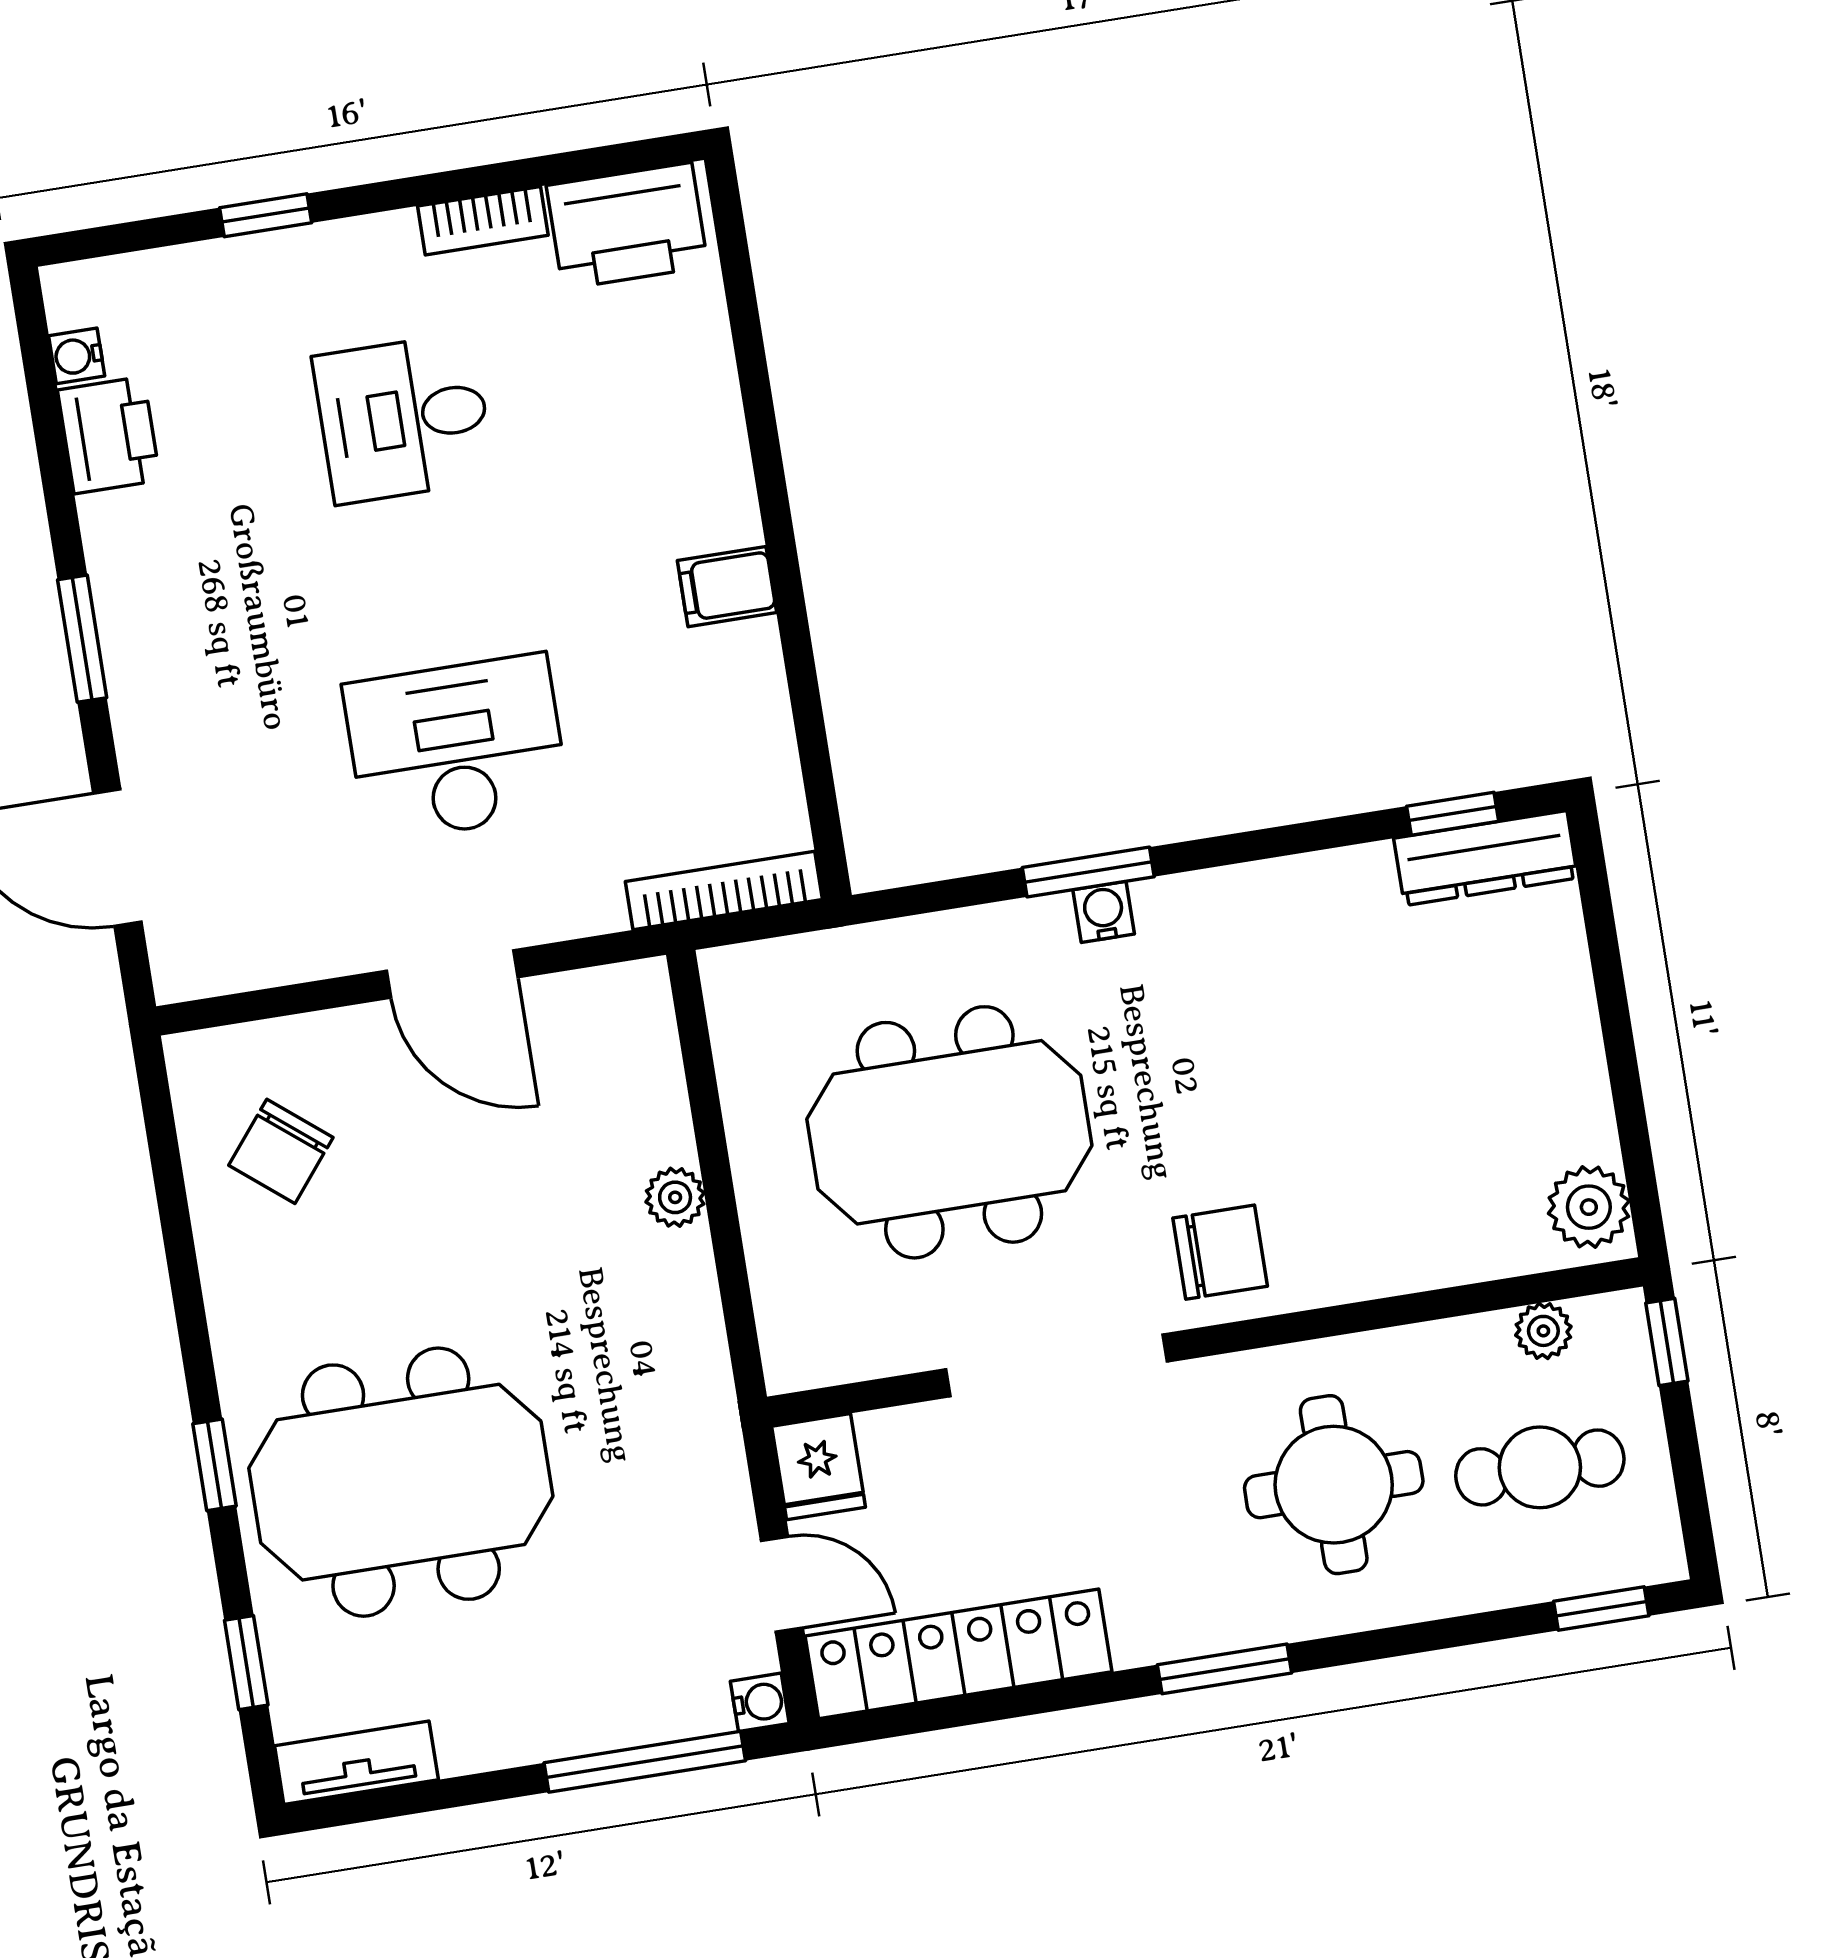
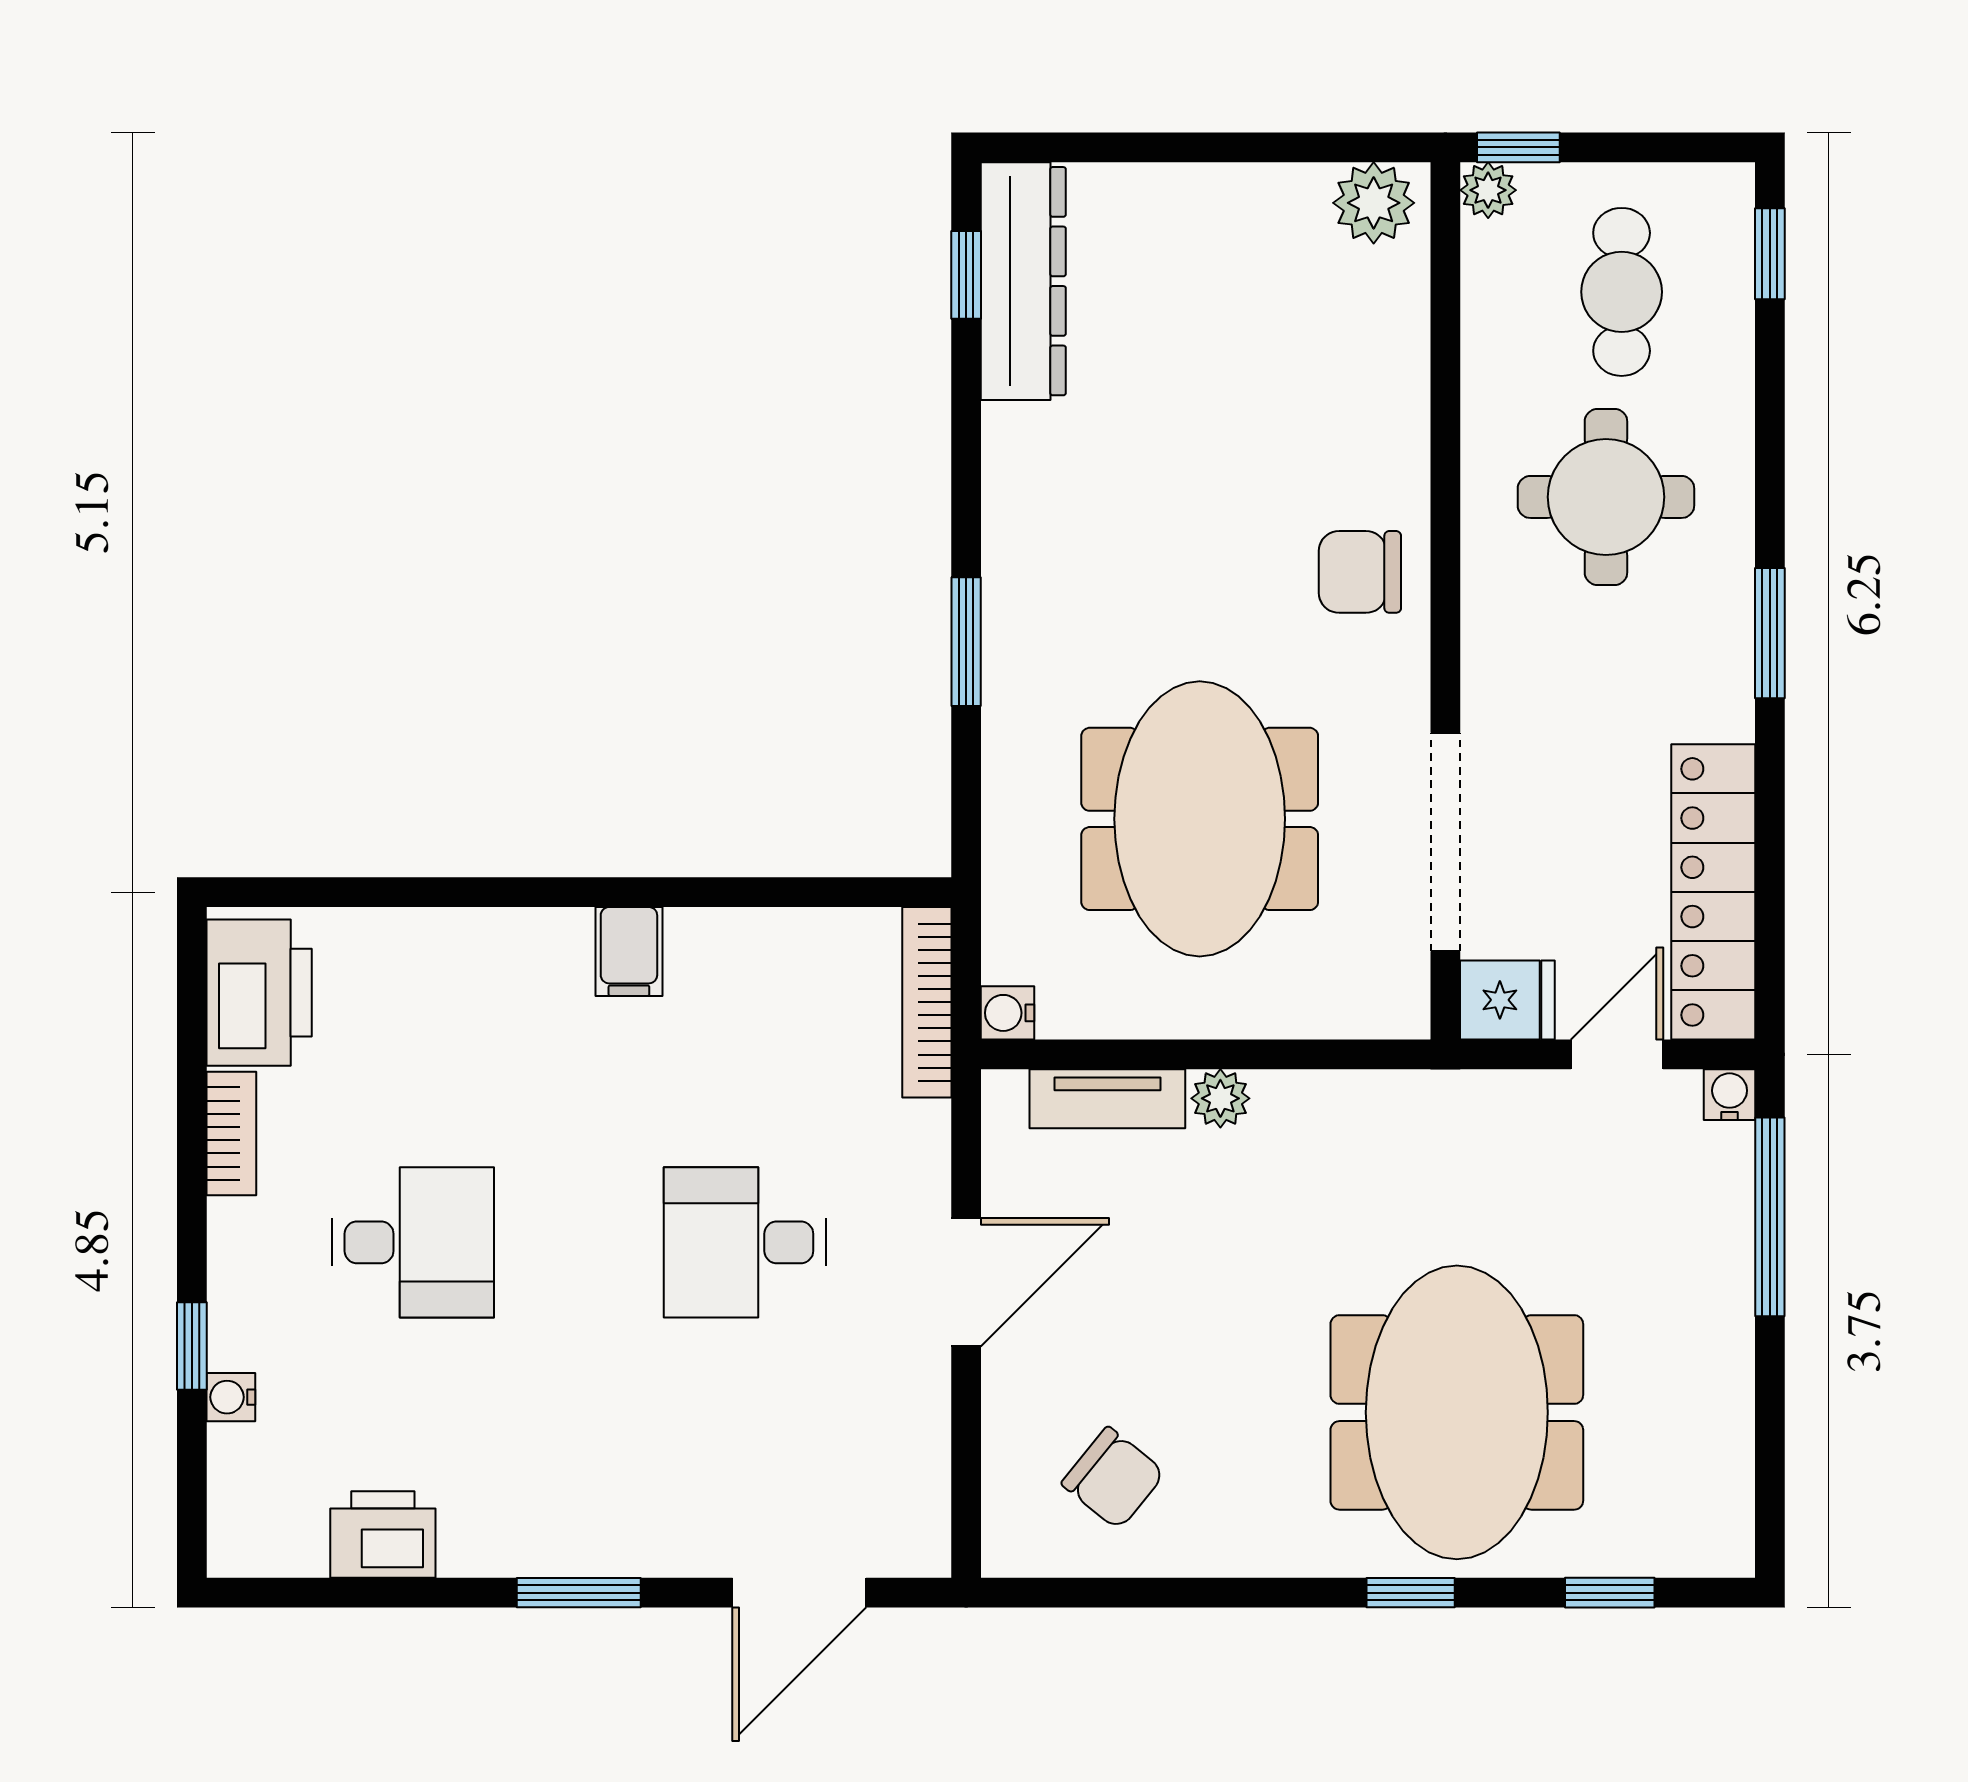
water cooler: (77, 356) -> (231, 1397), moved, turned 90
desk: (404, 418) -> (413, 1242), turned -90
desk: (457, 748) -> (745, 1242), width x0.73
dresser: (1486, 858) -> (1023, 281), width x1.37, depth x1.24
water cooler: (1104, 912) -> (1007, 1013), moved
chair: (1220, 1252) -> (1360, 572), turned -90
plant: (1543, 1331) -> (1488, 190), moved
doorway: (1057, 1365) -> (1445, 842), moved
tv unit: (356, 1763) -> (1107, 1099), moved, turned -90

